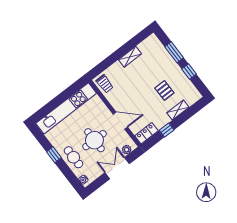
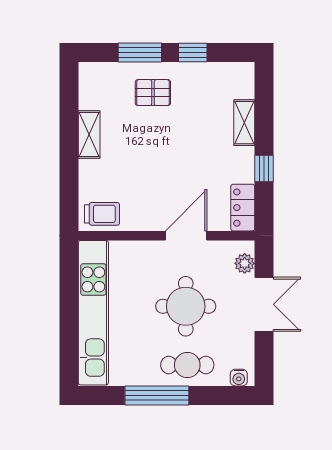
pallet: (164, 90) -> (153, 93), moved
window: (54, 155) -> (157, 395), width x2.17
double door: (117, 168) -> (264, 304), swing flipped

